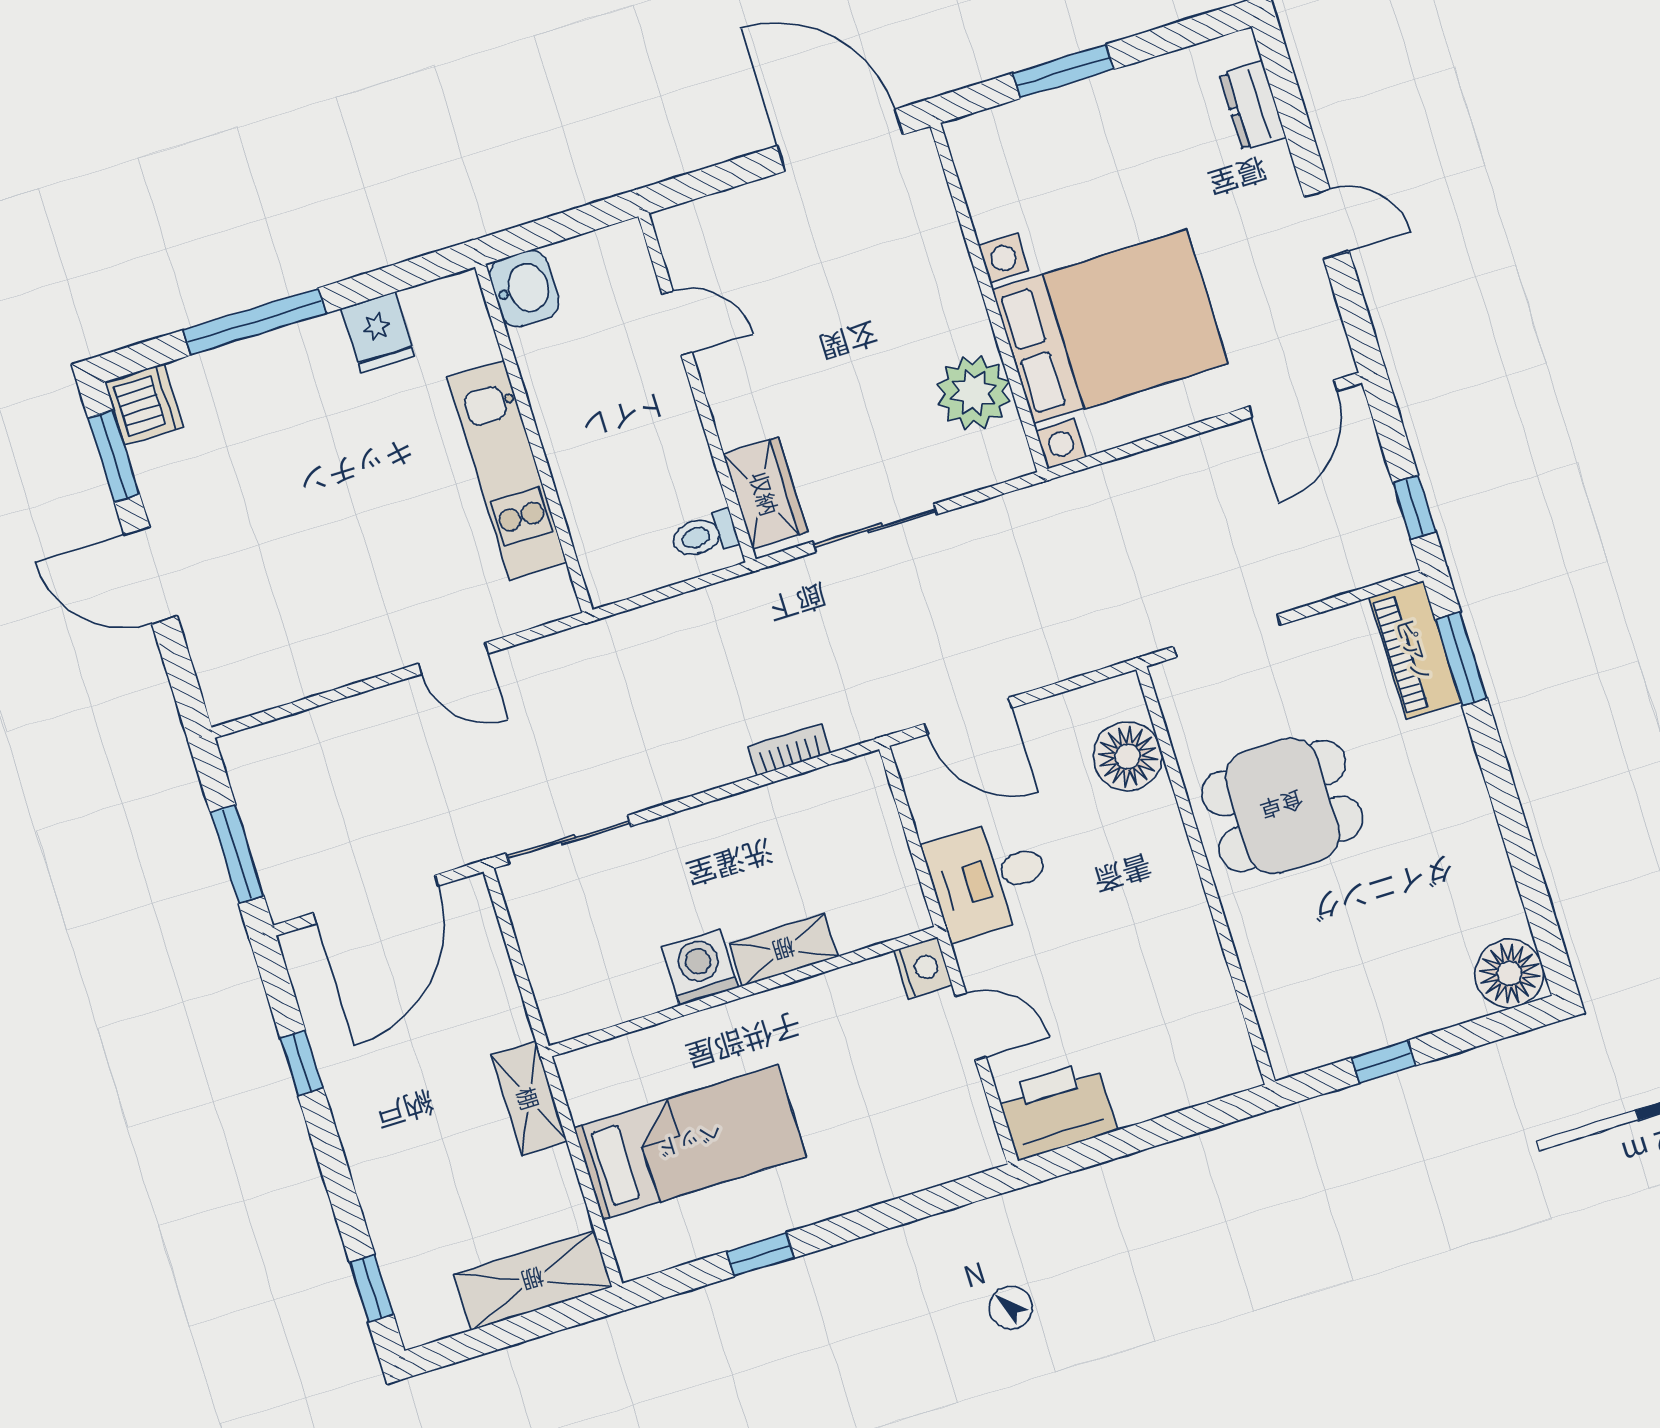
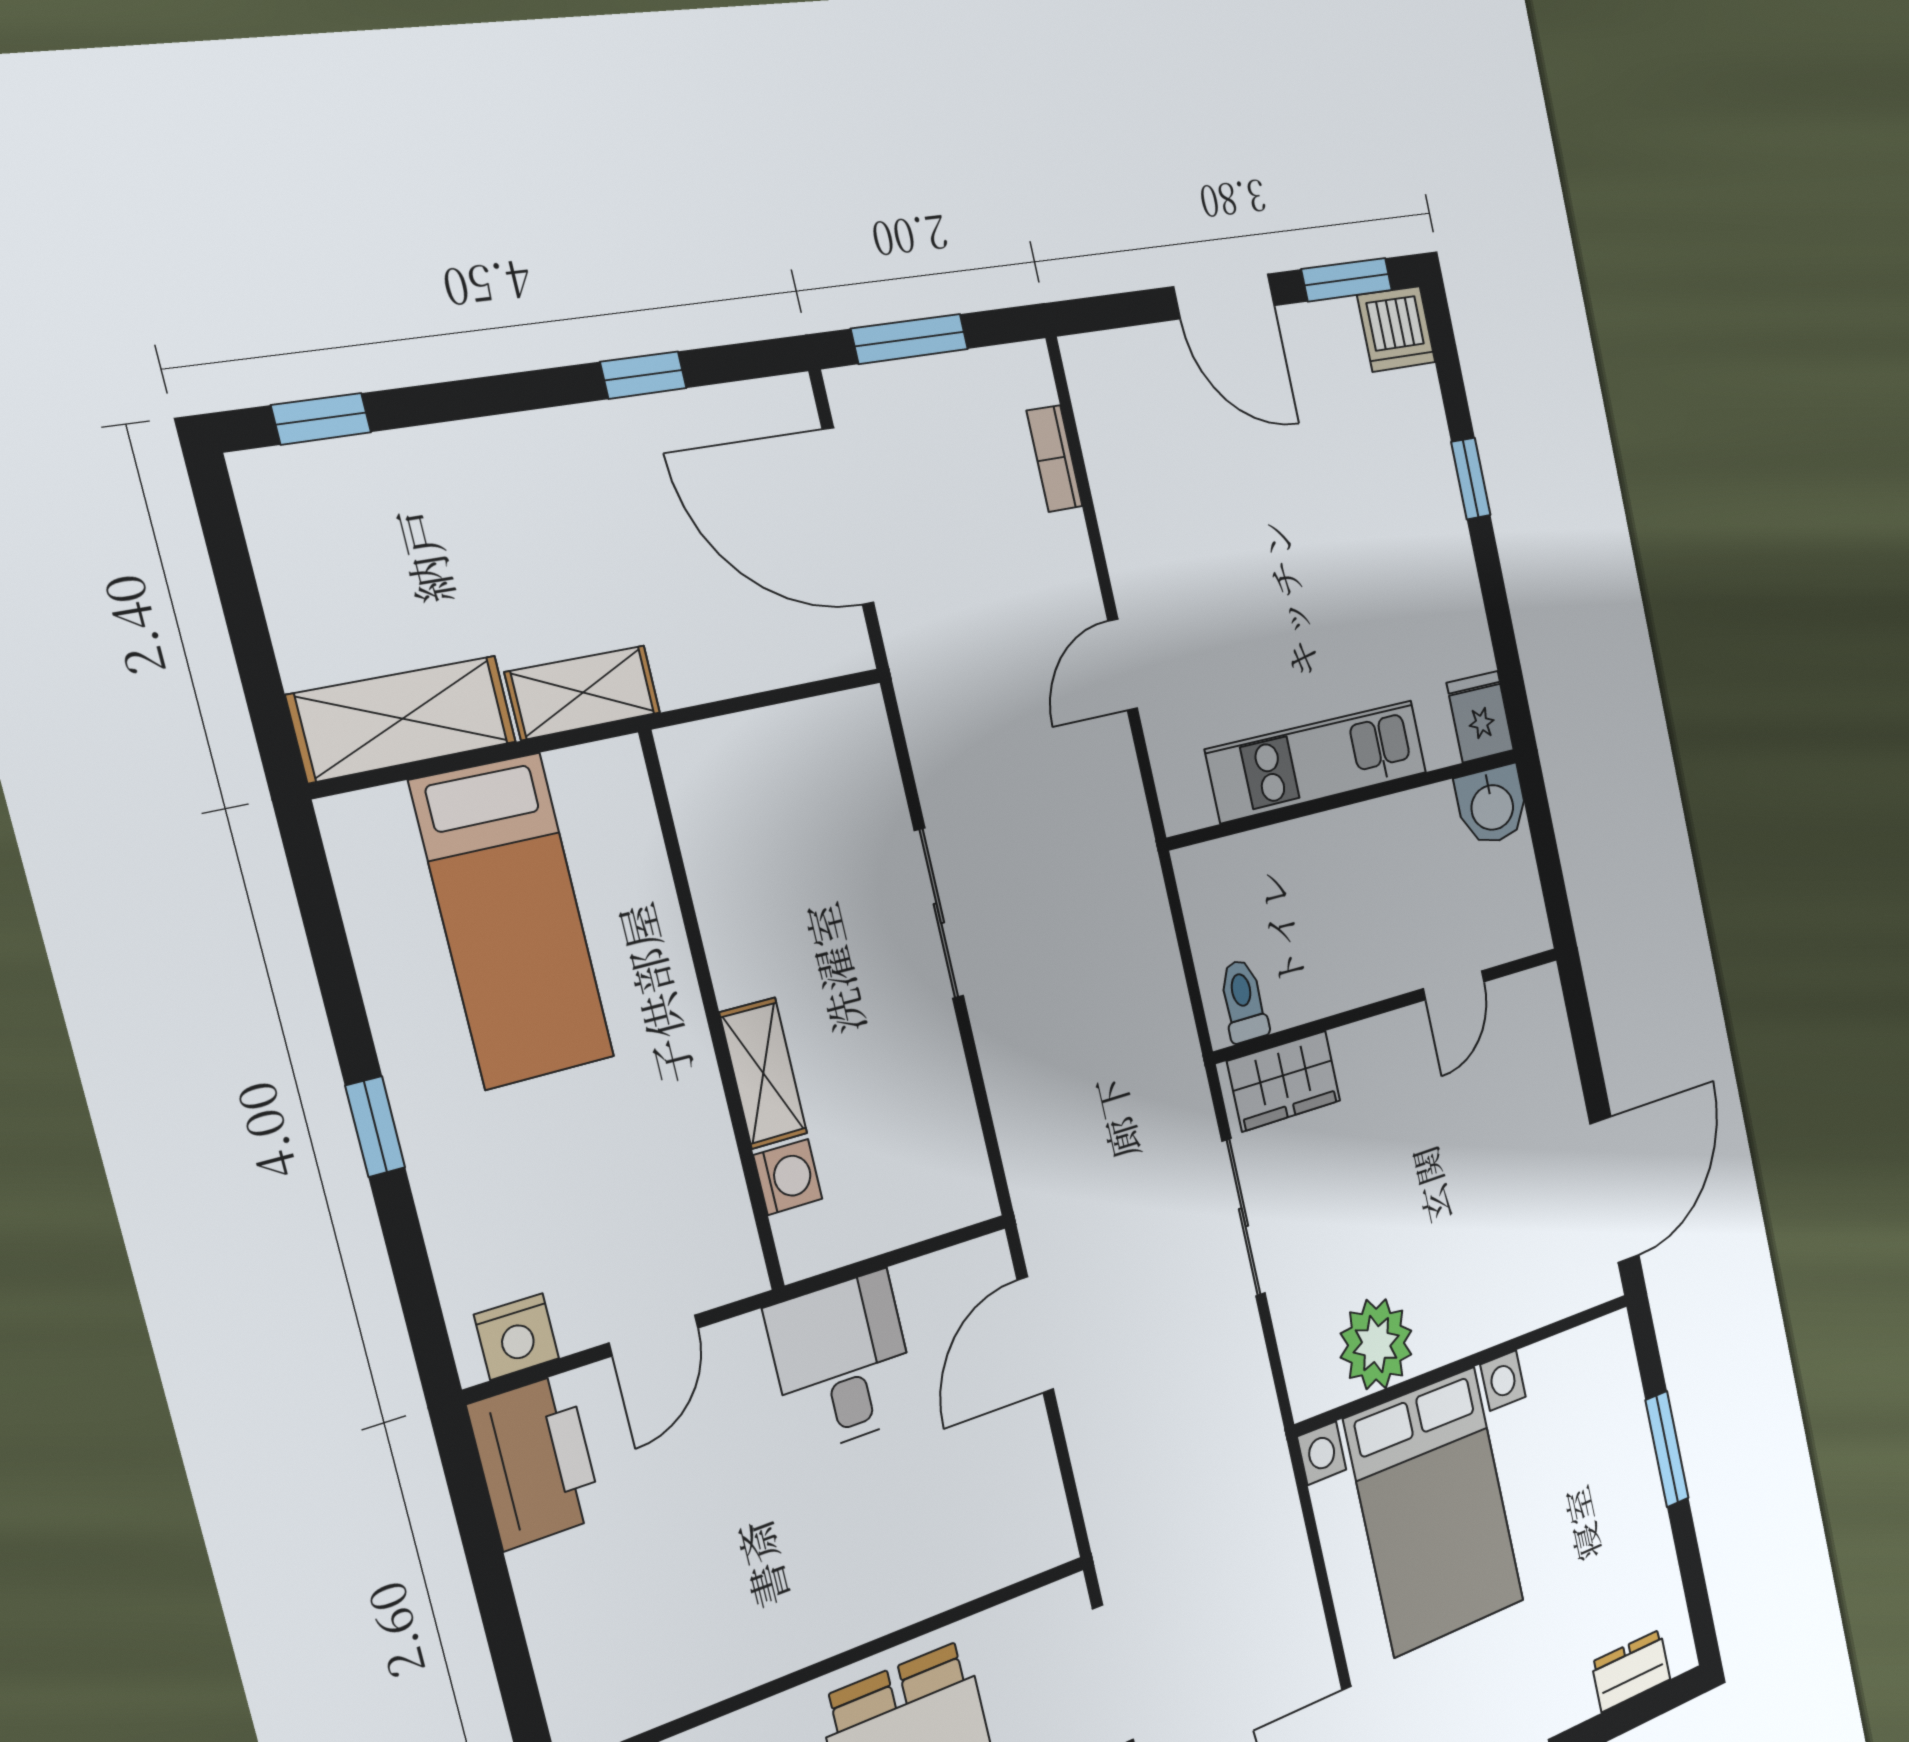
window: (254, 322) -> (1471, 479), width x0.46
fridge: (378, 332) -> (1480, 717), moved, turned 90
door: (151, 575) -> (1224, 296), swing flipped
bookcase: (789, 750) -> (1055, 459), moved, turned 180
floor lamp: (1128, 757) -> (981, 1549), removed
sliding door: (568, 840) -> (939, 913), moved
washing machine: (700, 967) -> (788, 1177), moved, width x0.73, depth x0.73
nightstand: (923, 968) -> (517, 1337), moved
window: (760, 1254) -> (375, 1127), moved
shelving: (533, 1280) -> (403, 719), moved, turned 90

